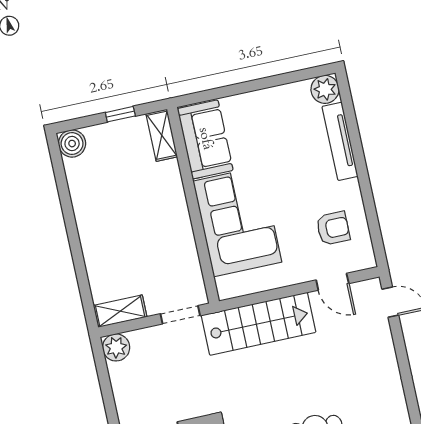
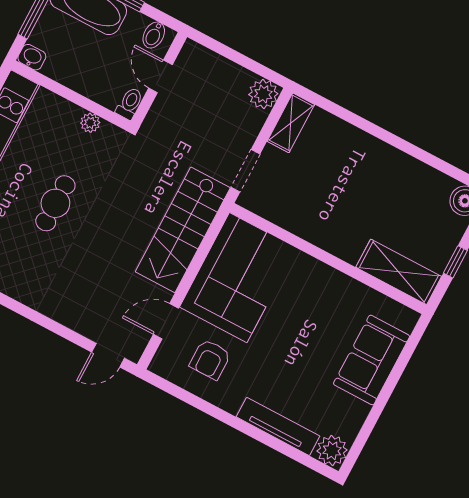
shelving: (162, 135) -> (399, 272), width x1.50, depth x1.33
sofa: (205, 139) -> (372, 360), moved, turned 90
corner sofa: (237, 222) -> (238, 278), moved, turned -90

